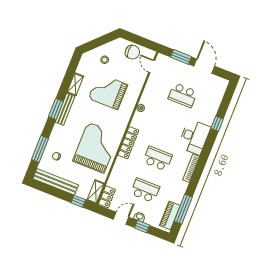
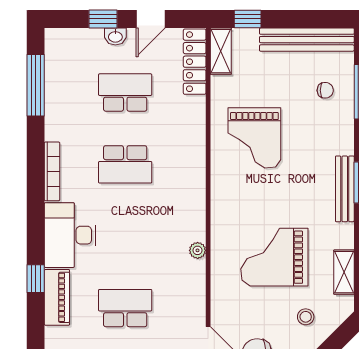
shelving: (75, 84) -> (344, 272), moved
grand piano: (108, 92) -> (274, 257), turned 180
locker: (128, 143) -> (195, 173), removed
grand piano: (96, 148) -> (254, 138), width x0.73, depth x0.68
school desk: (145, 190) -> (125, 93), turned 180
locker: (107, 197) -> (195, 62), width x1.53
piano: (170, 215) -> (57, 297), moved

